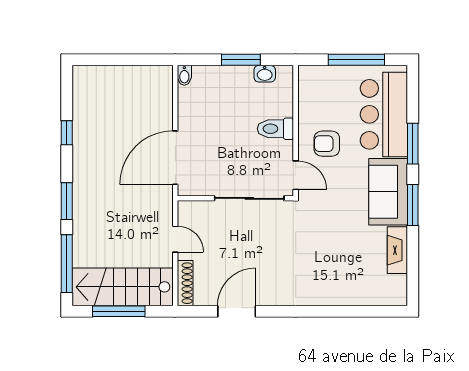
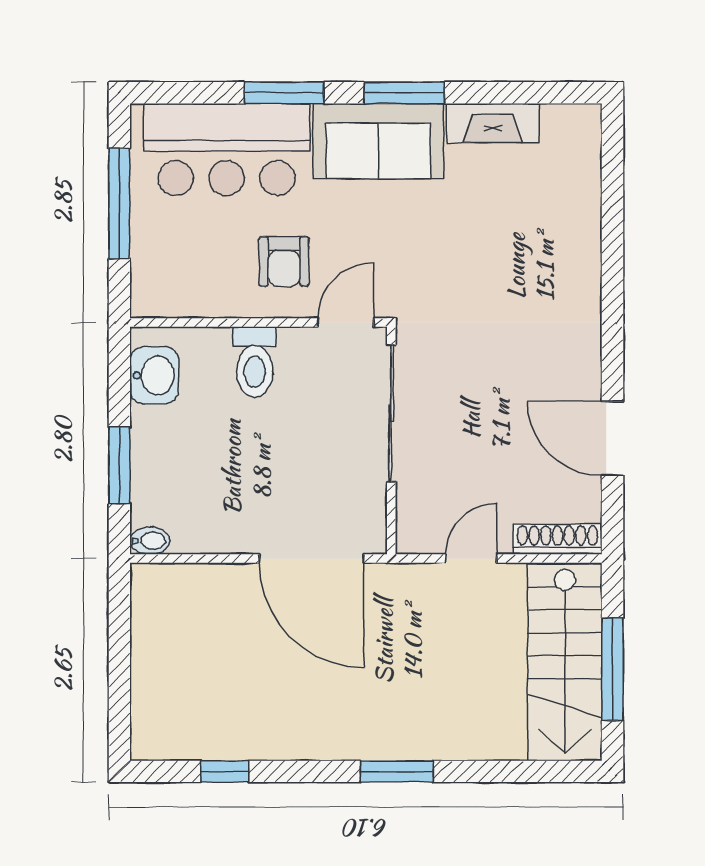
window: (241, 60) -> (119, 465), moved
washbasin: (265, 74) -> (154, 375), width x1.38, depth x1.45
window: (67, 133) -> (225, 771), moved
window: (67, 264) -> (519, 771), removed

